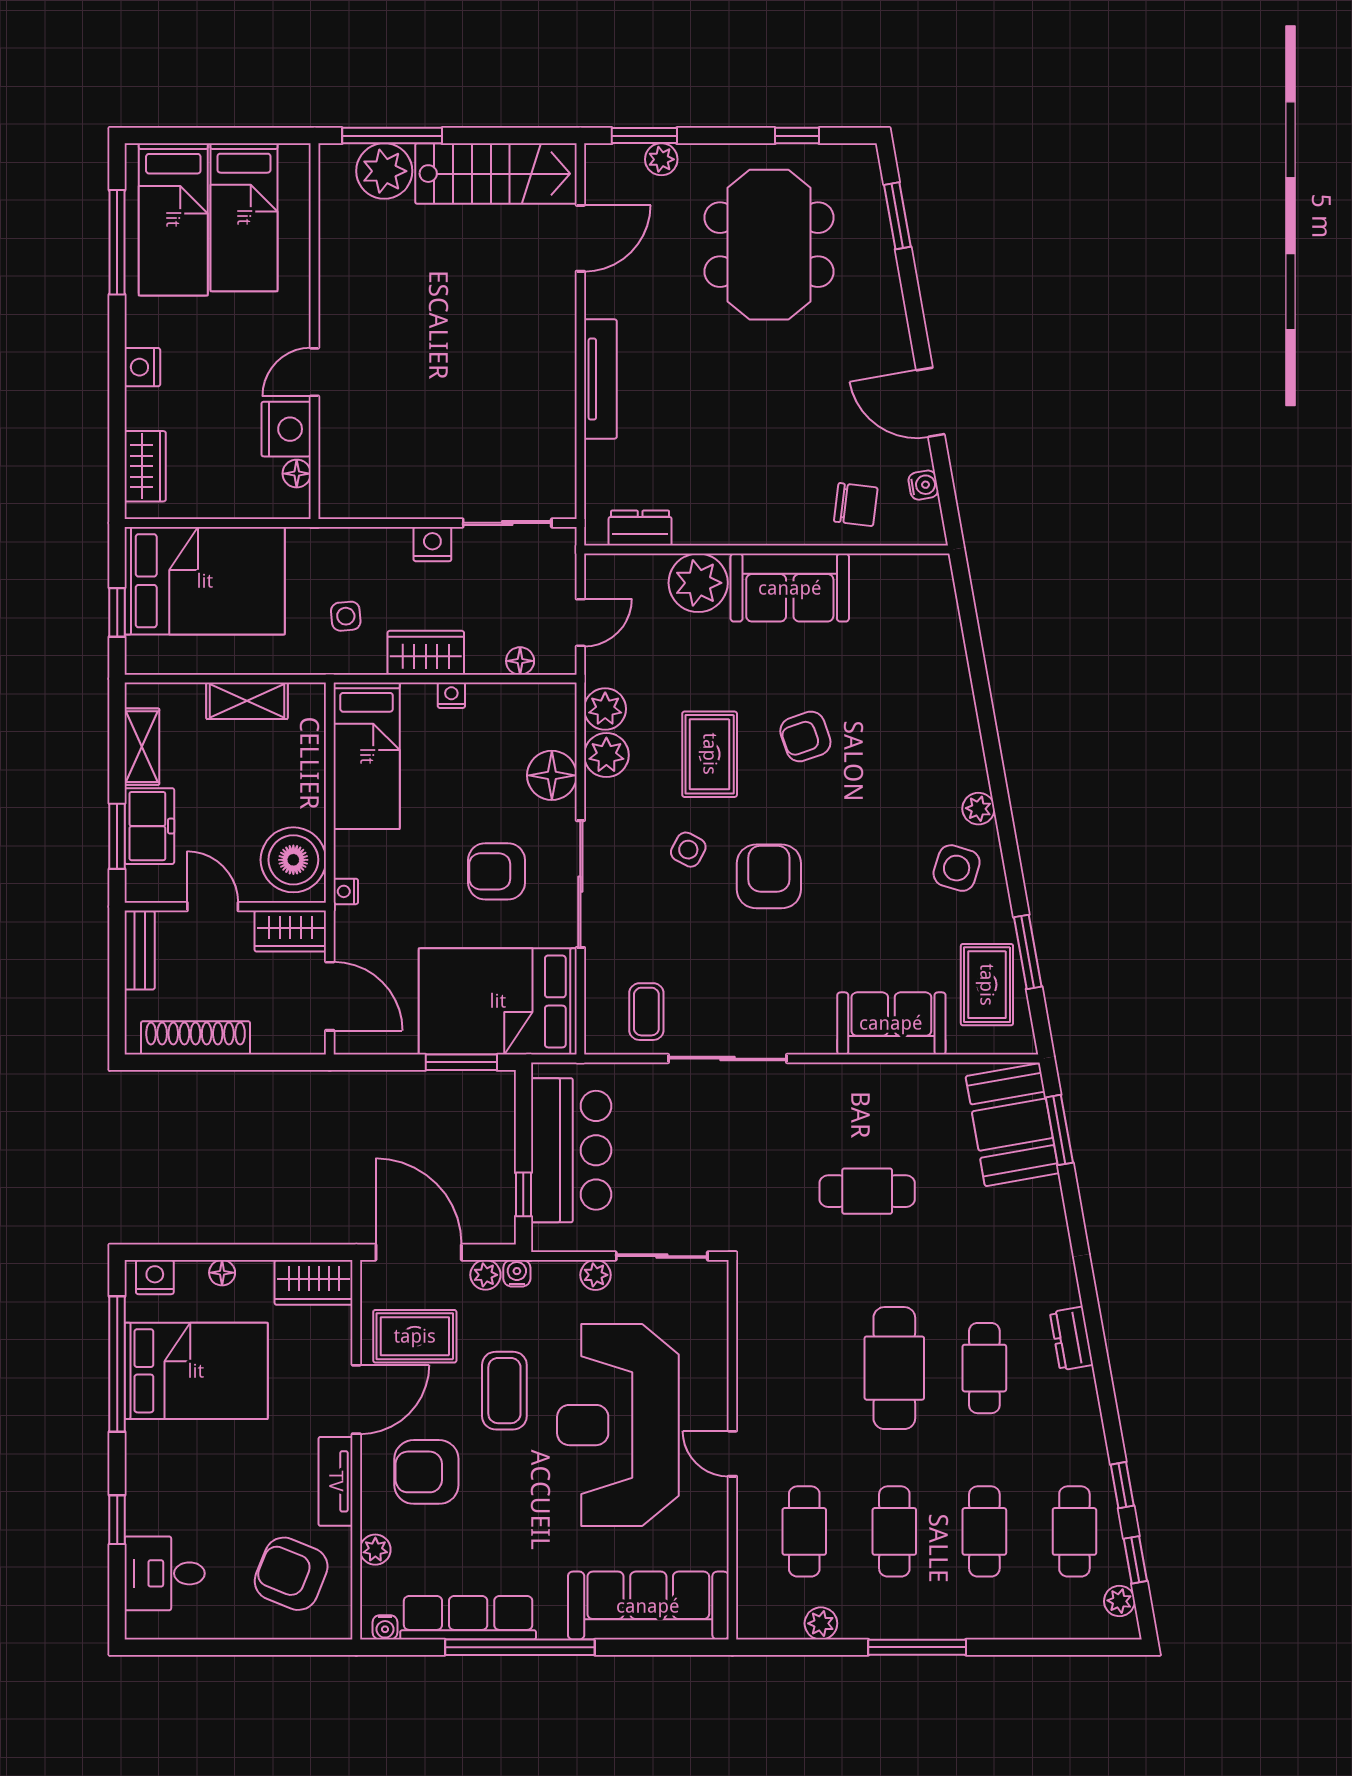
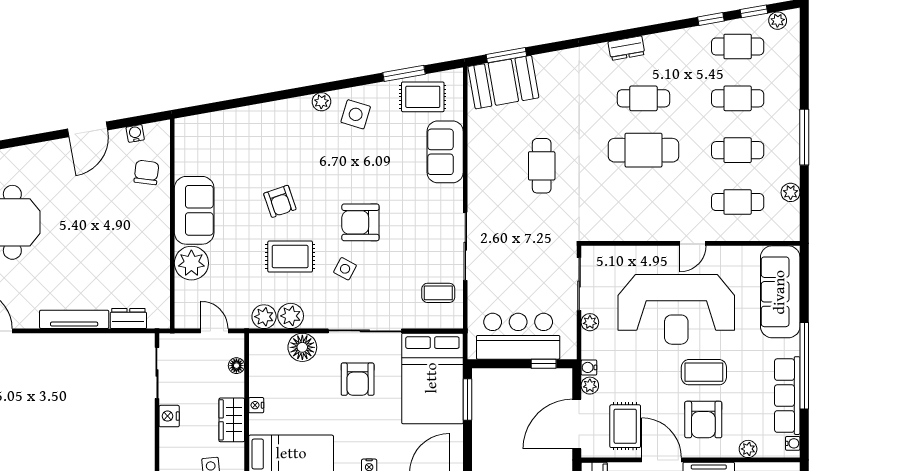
dresser: (640, 528) -> (128, 319), moved, turned 90
coffee table: (504, 1391) -> (704, 372), moved

